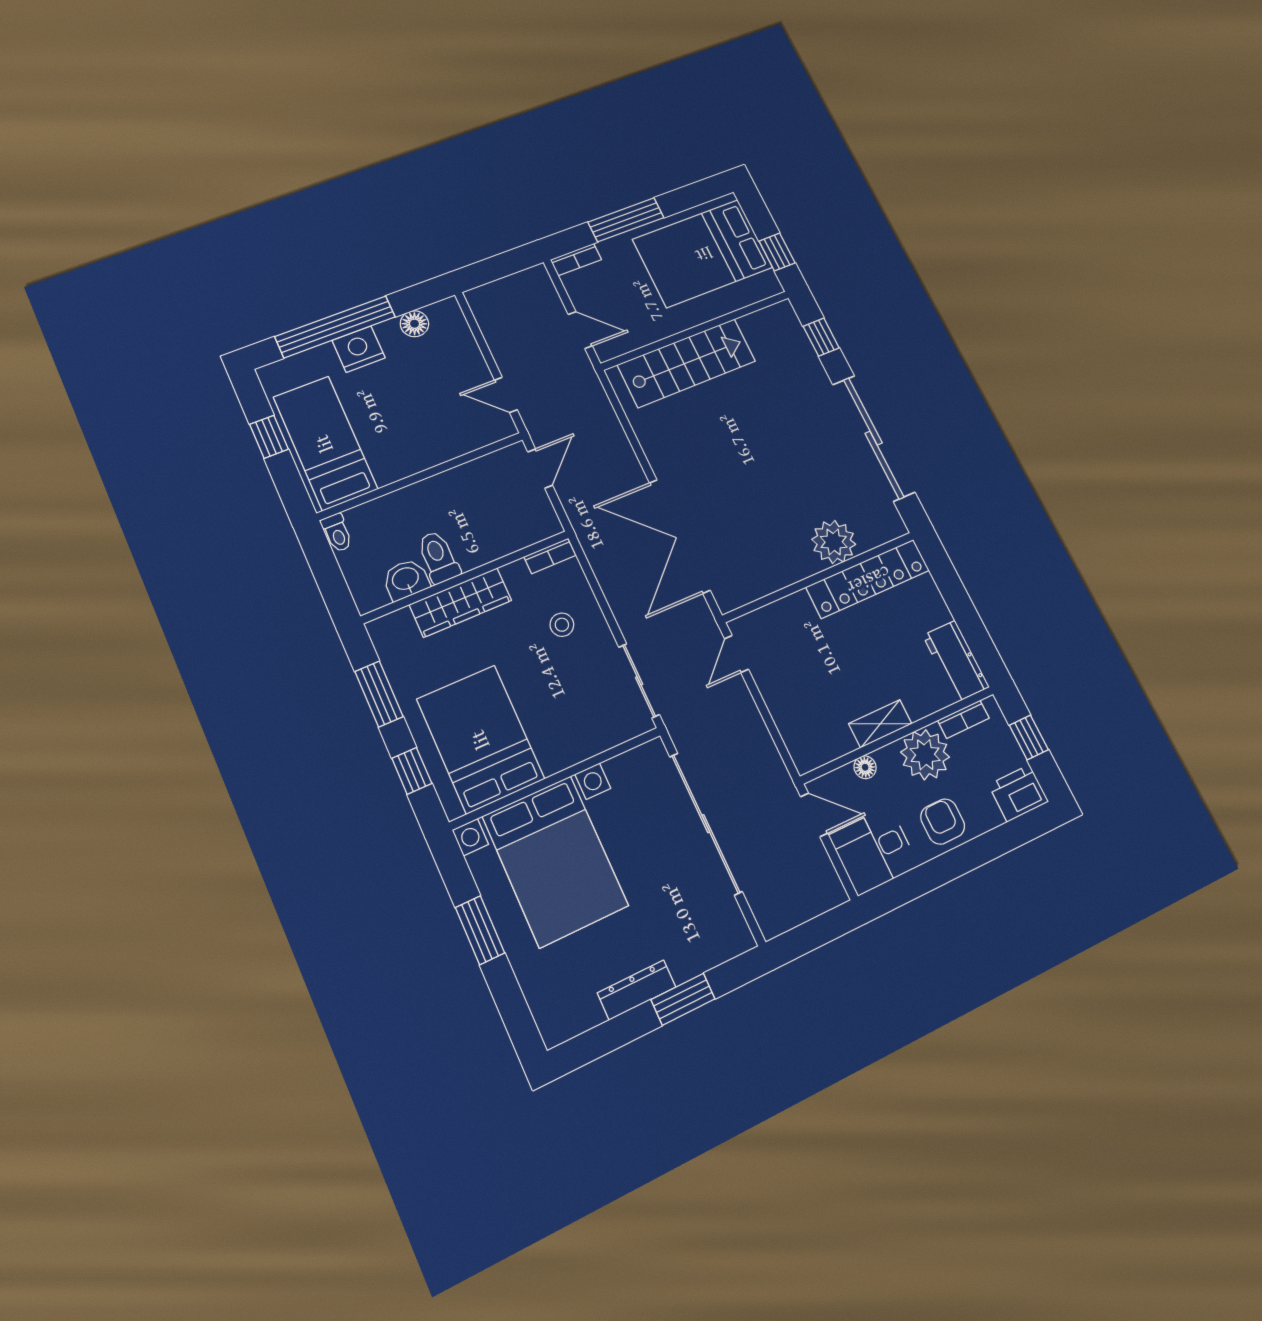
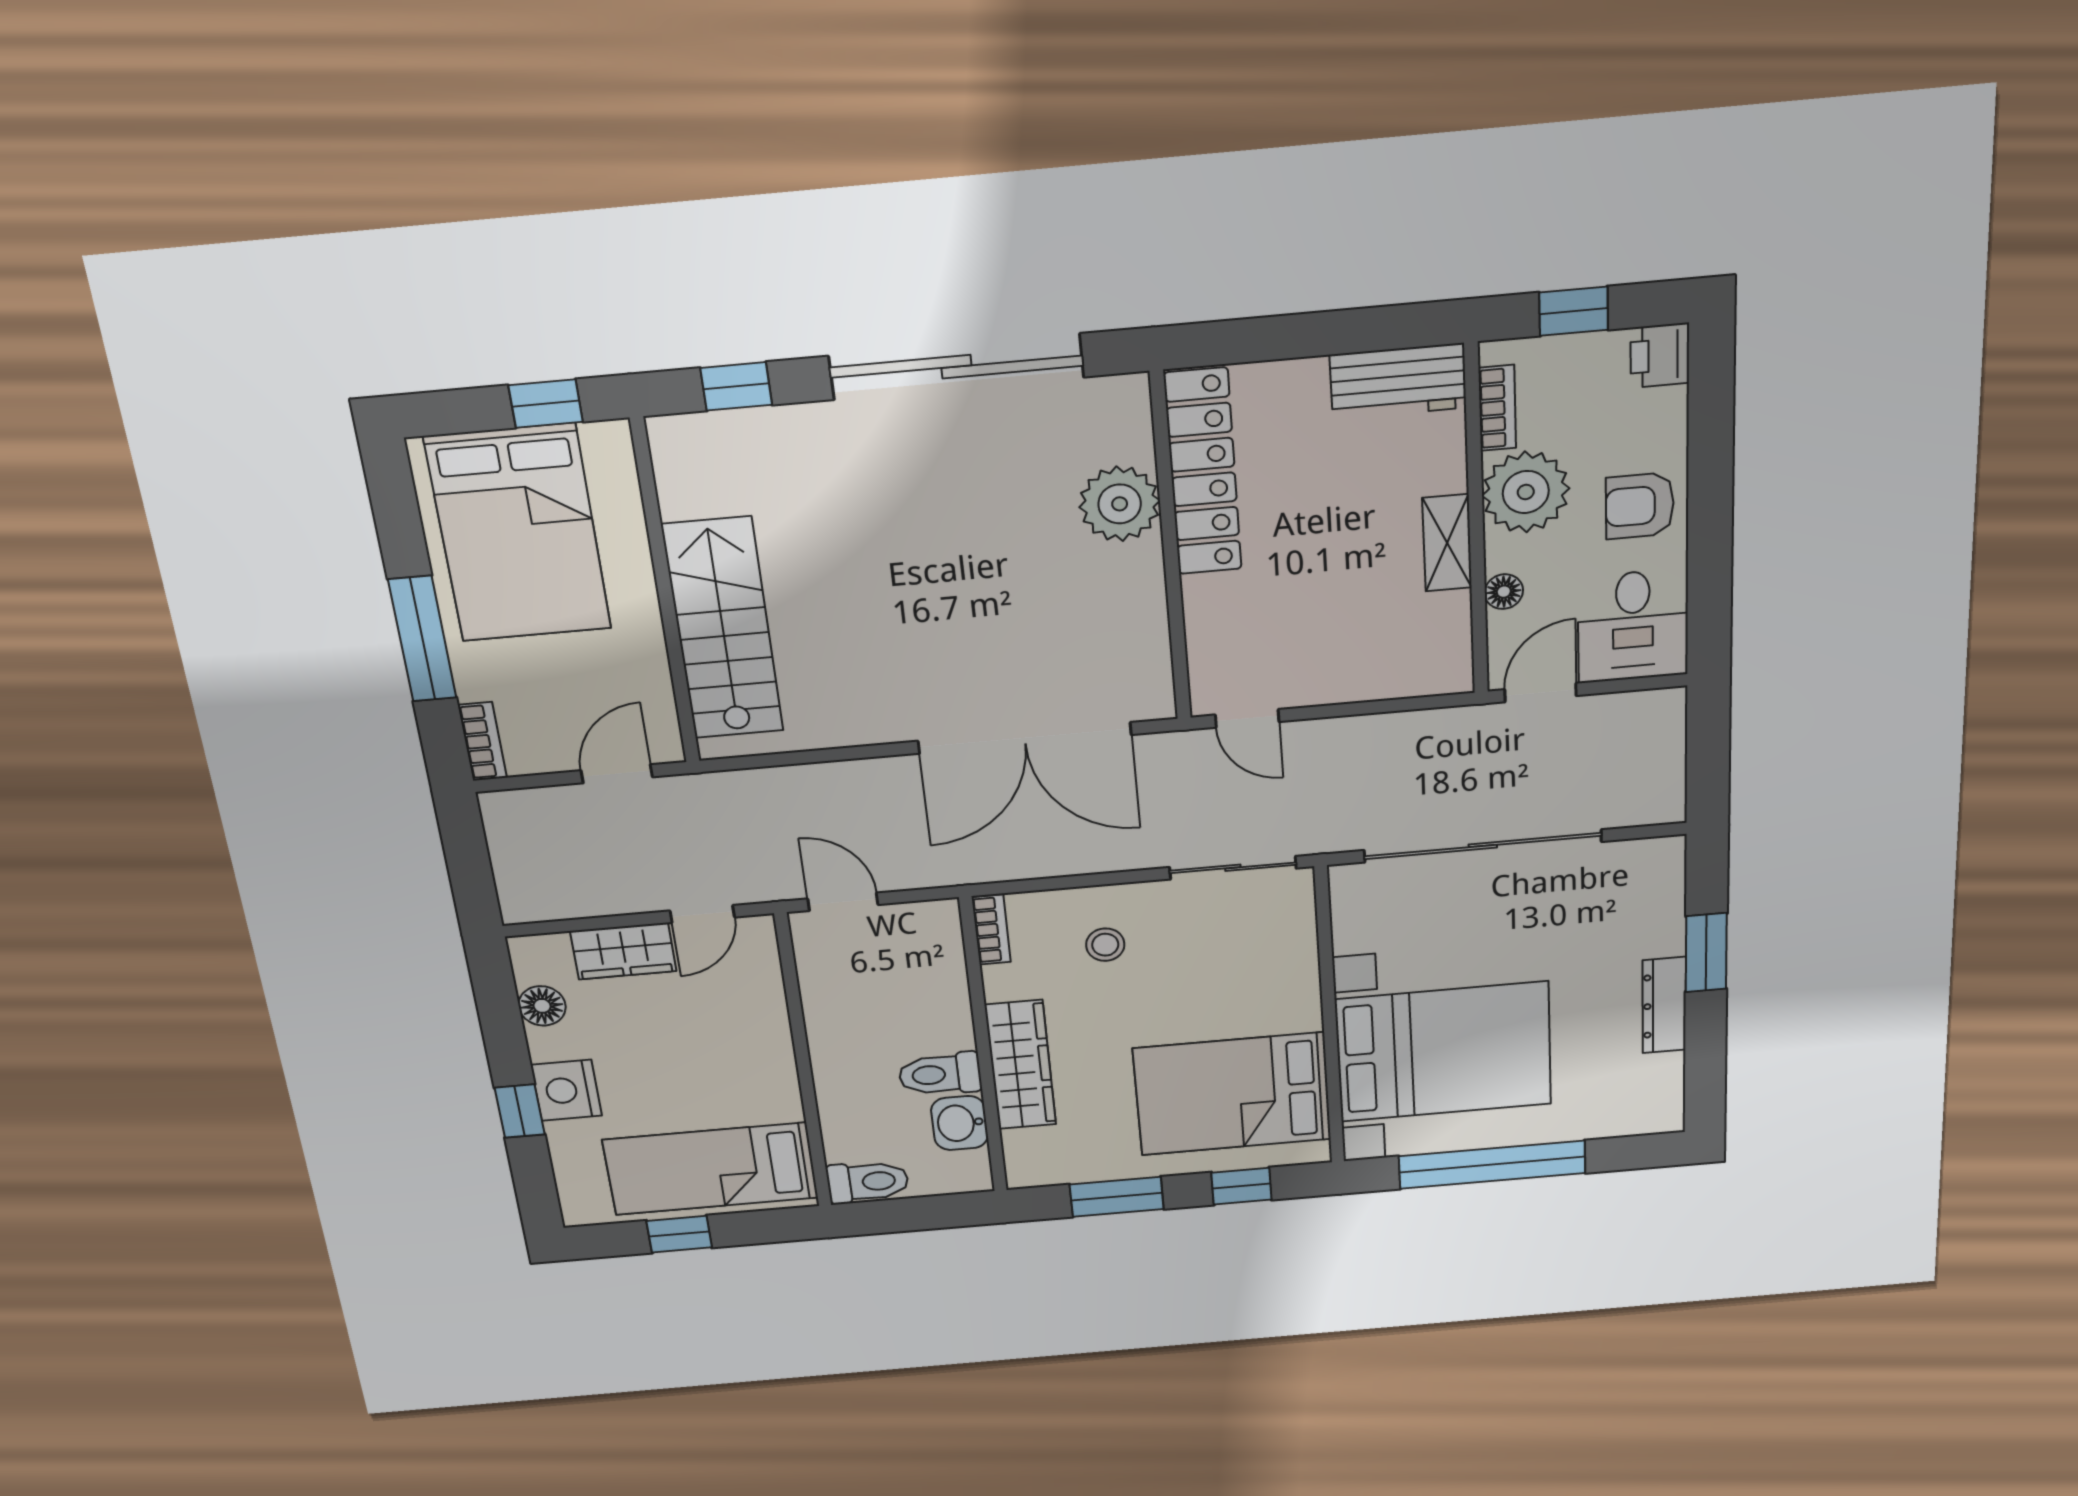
window: (335, 327) -> (520, 1111), width x0.32
wardrobe: (467, 359) -> (623, 951), added
toilet: (337, 533) -> (868, 1182), width x1.37, depth x1.39
printer: (1018, 793) -> (1660, 355), width x0.73, depth x0.81
window: (480, 930) -> (1492, 1165), width x2.11

